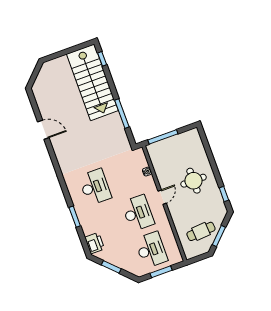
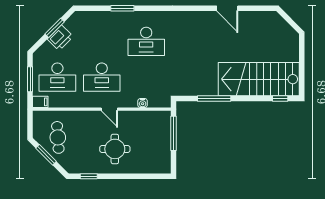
door: (43, 130) -> (227, 8), hinge flipped
printer: (95, 243) -> (60, 38), moved, turned -45
filing cabinet: (177, 257) -> (40, 102), added

